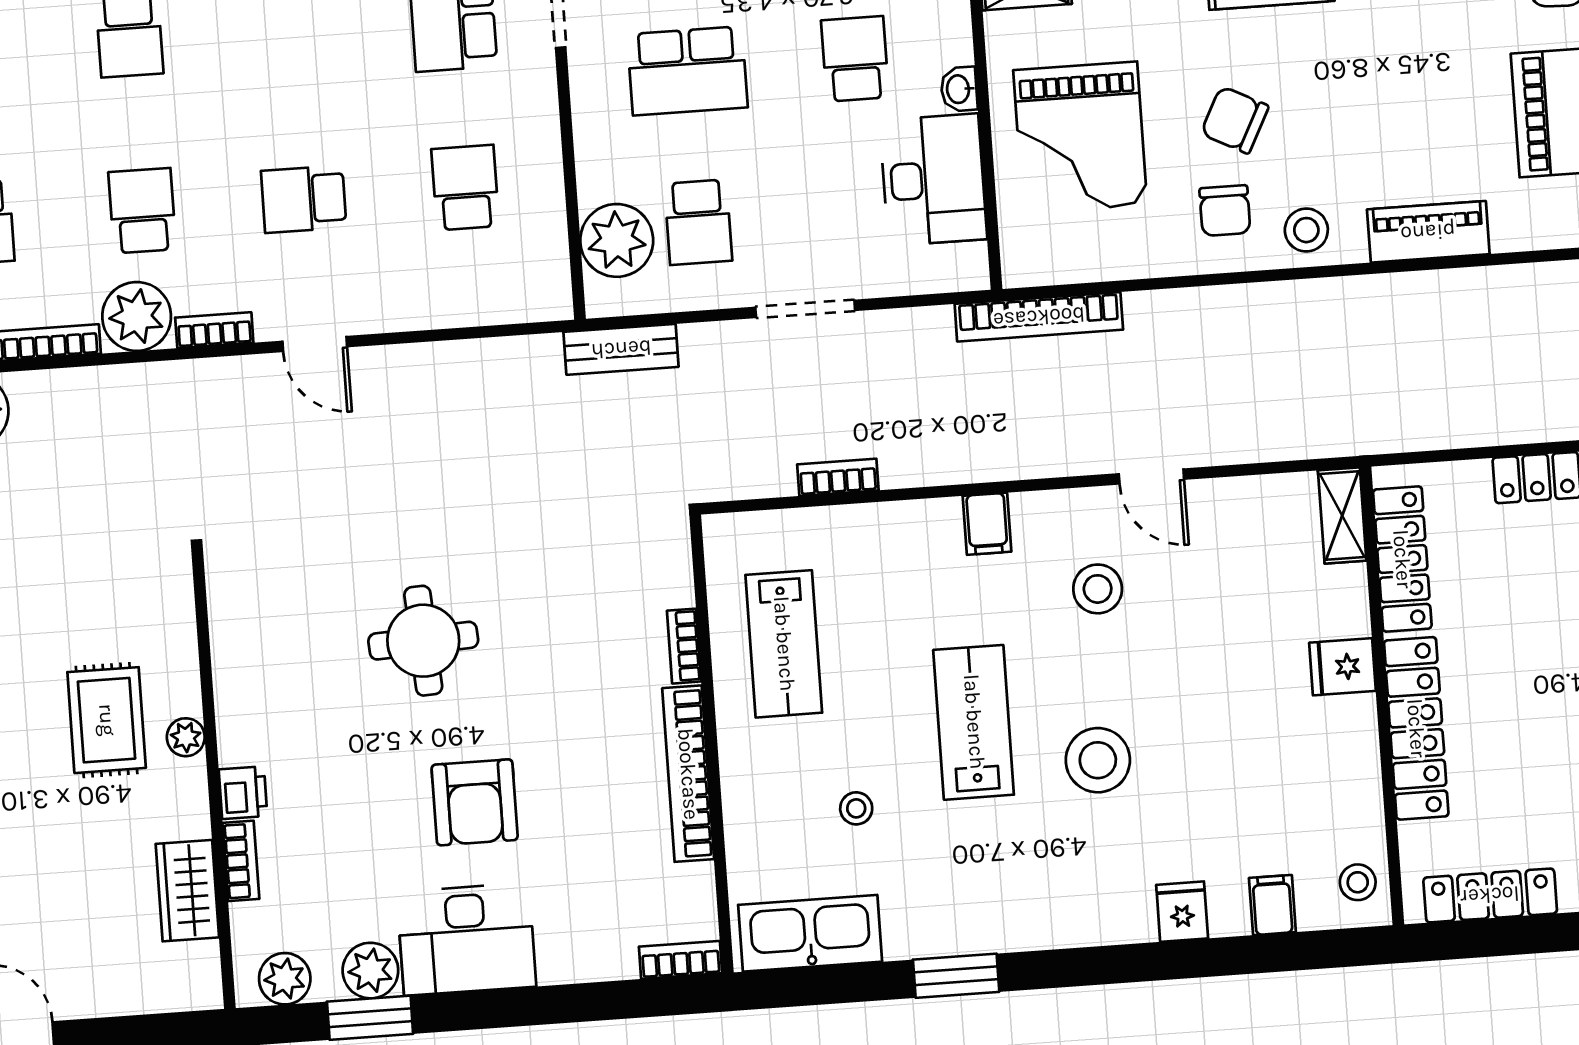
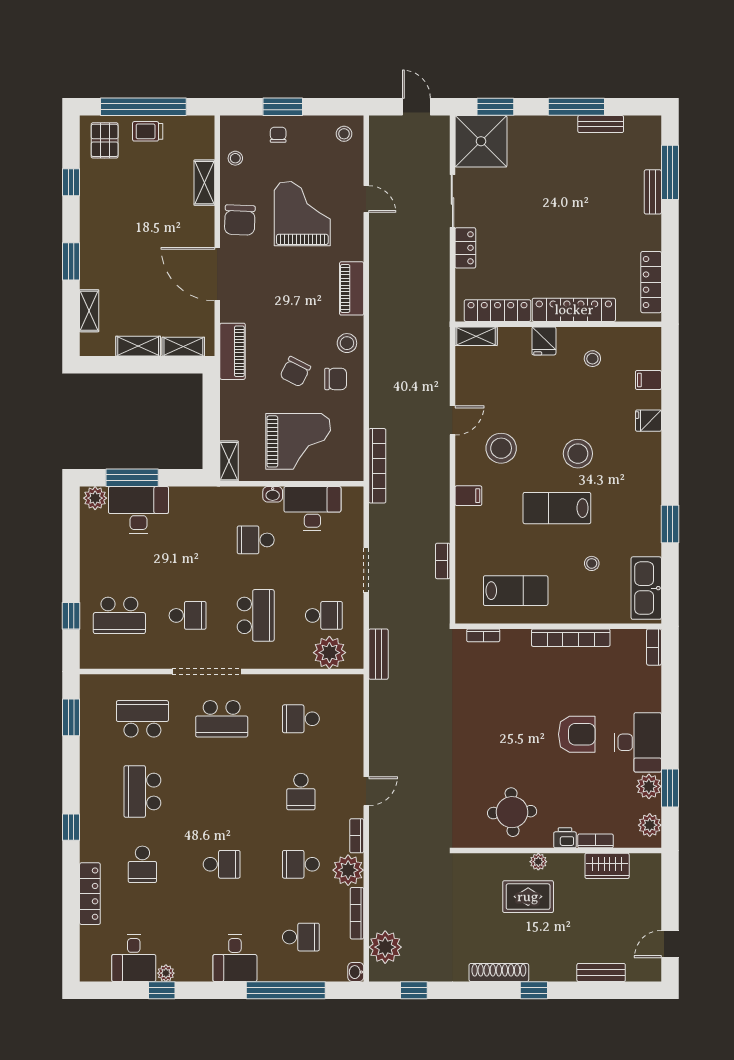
stool: (1098, 589) -> (501, 448), width x1.38, depth x1.38
round table: (423, 641) -> (512, 812), moved
bookcase: (684, 646) -> (483, 635), moved
stool: (1358, 882) -> (592, 359), moved

